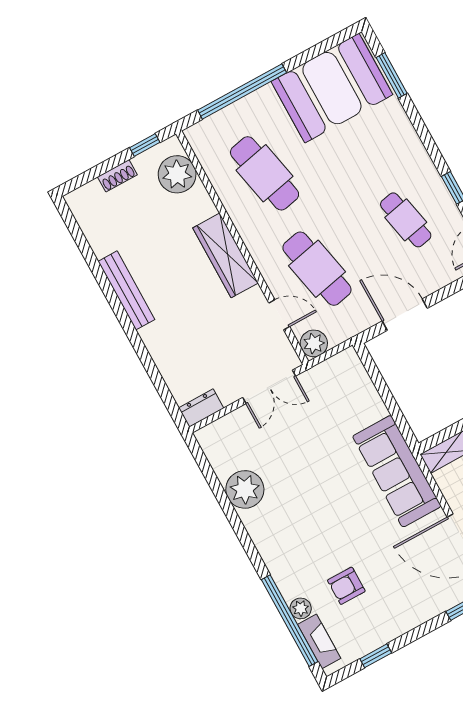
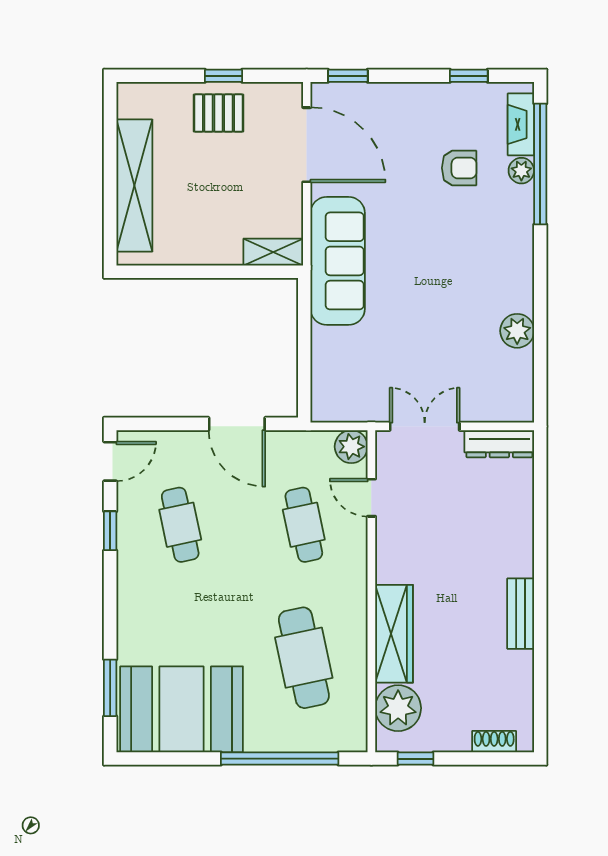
shoe rack: (117, 176) -> (494, 742), moved
wardrobe: (225, 255) -> (394, 634), moved
cafe table: (317, 269) -> (304, 525), width x0.73, depth x0.74
bench: (126, 290) -> (521, 614), width x0.73
dresser: (201, 408) -> (499, 444), width x1.44
plant: (245, 489) -> (517, 331), width x0.73, depth x0.73

